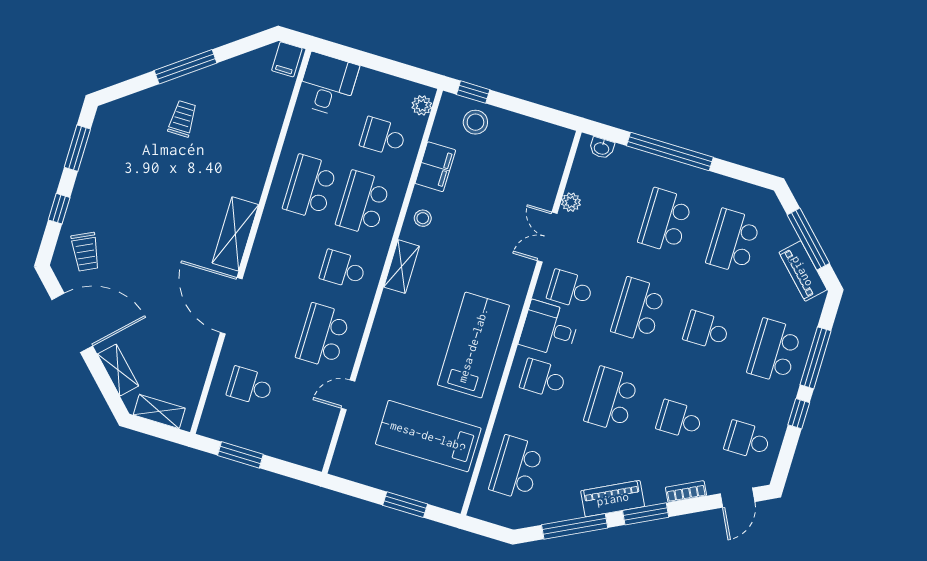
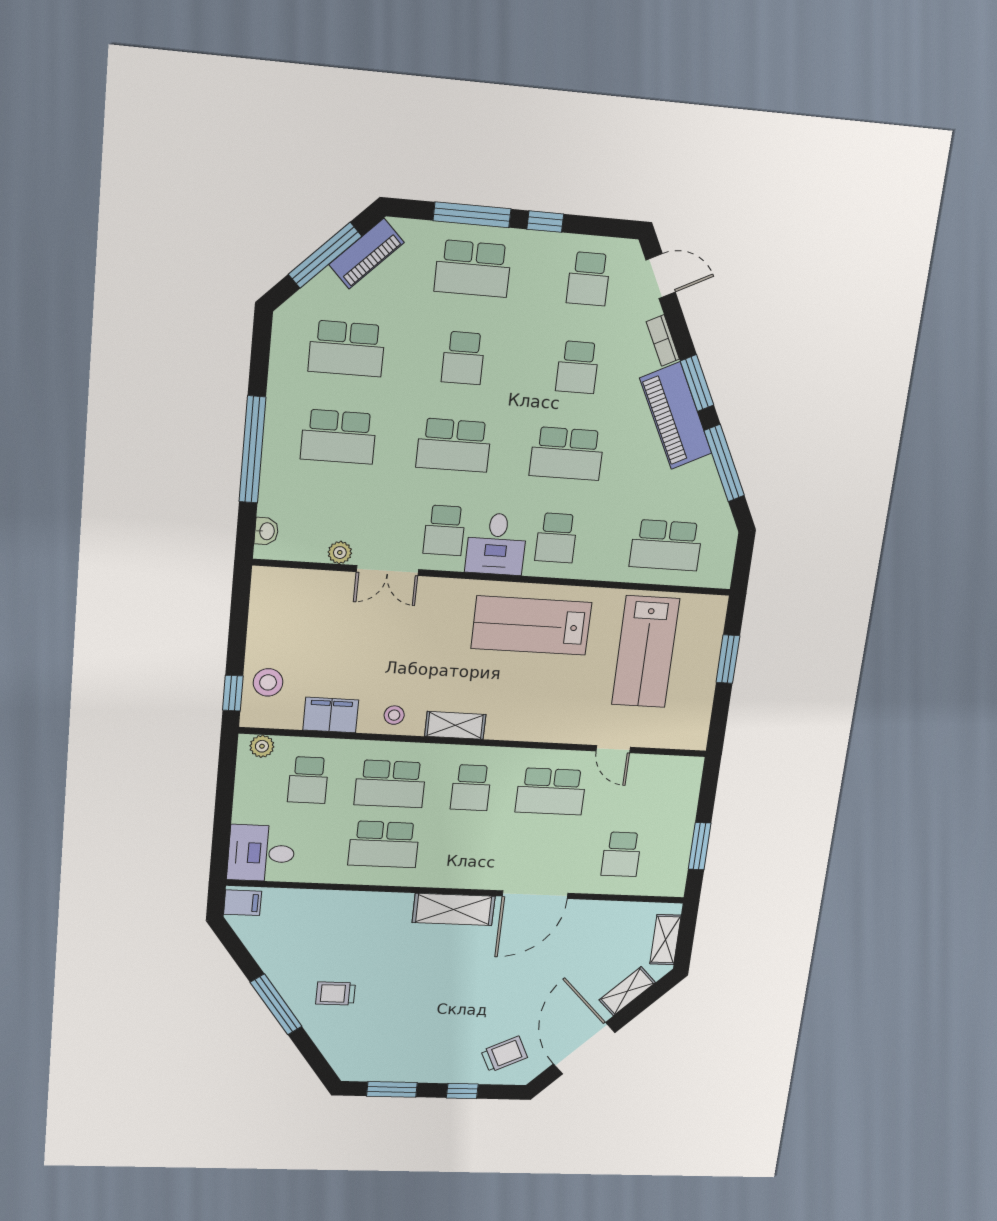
piano: (613, 499) -> (676, 416), width x1.37, depth x1.33

